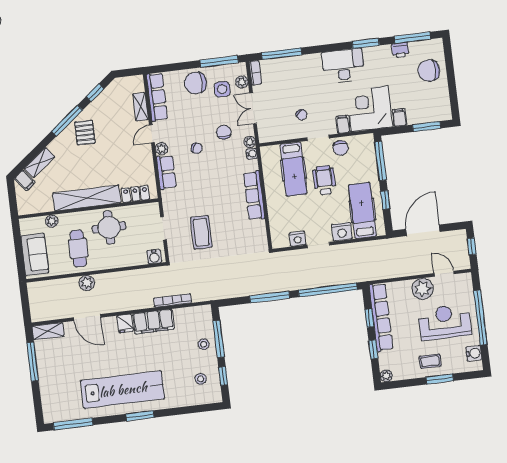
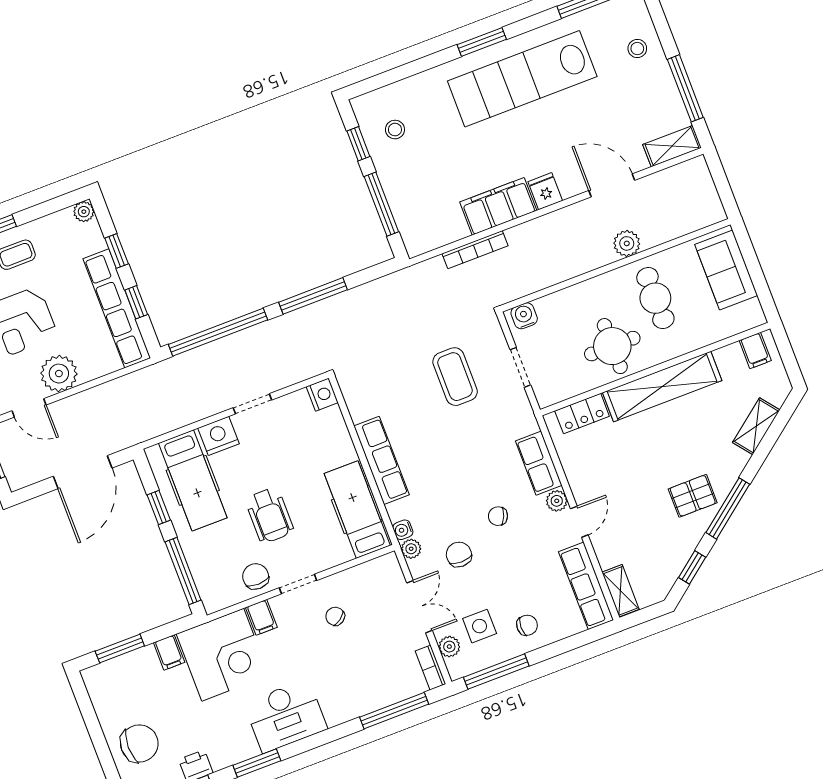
chair: (195, 83) -> (527, 625), width x0.54, depth x0.54
shelving: (141, 107) -> (620, 591), moved
chair: (224, 132) -> (459, 554), turned 180
pallet: (85, 133) -> (693, 496), turned 90
hospital bed: (293, 169) -> (357, 509), moved
filing cabinet: (25, 180) -> (755, 351), moved, turned -142
plant: (52, 221) -> (712, 333), removed
nightstand: (298, 239) -> (322, 395), moved, turned 90
stool: (204, 344) -> (637, 48), moved

